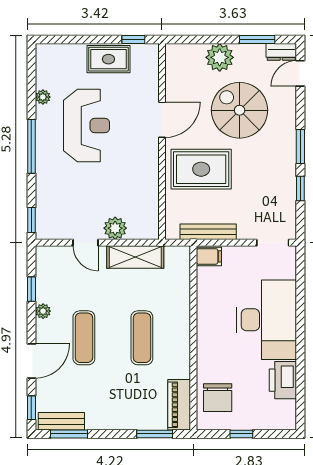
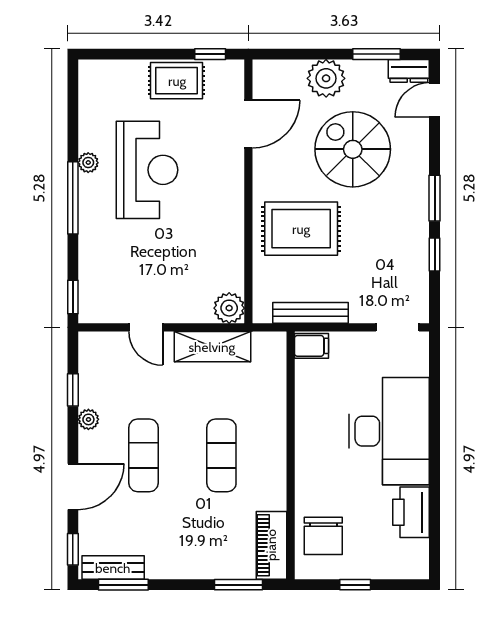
plant: (43, 97) -> (88, 163), moved
door: (162, 120) -> (248, 124), moved
plant: (115, 228) -> (229, 308), moved

